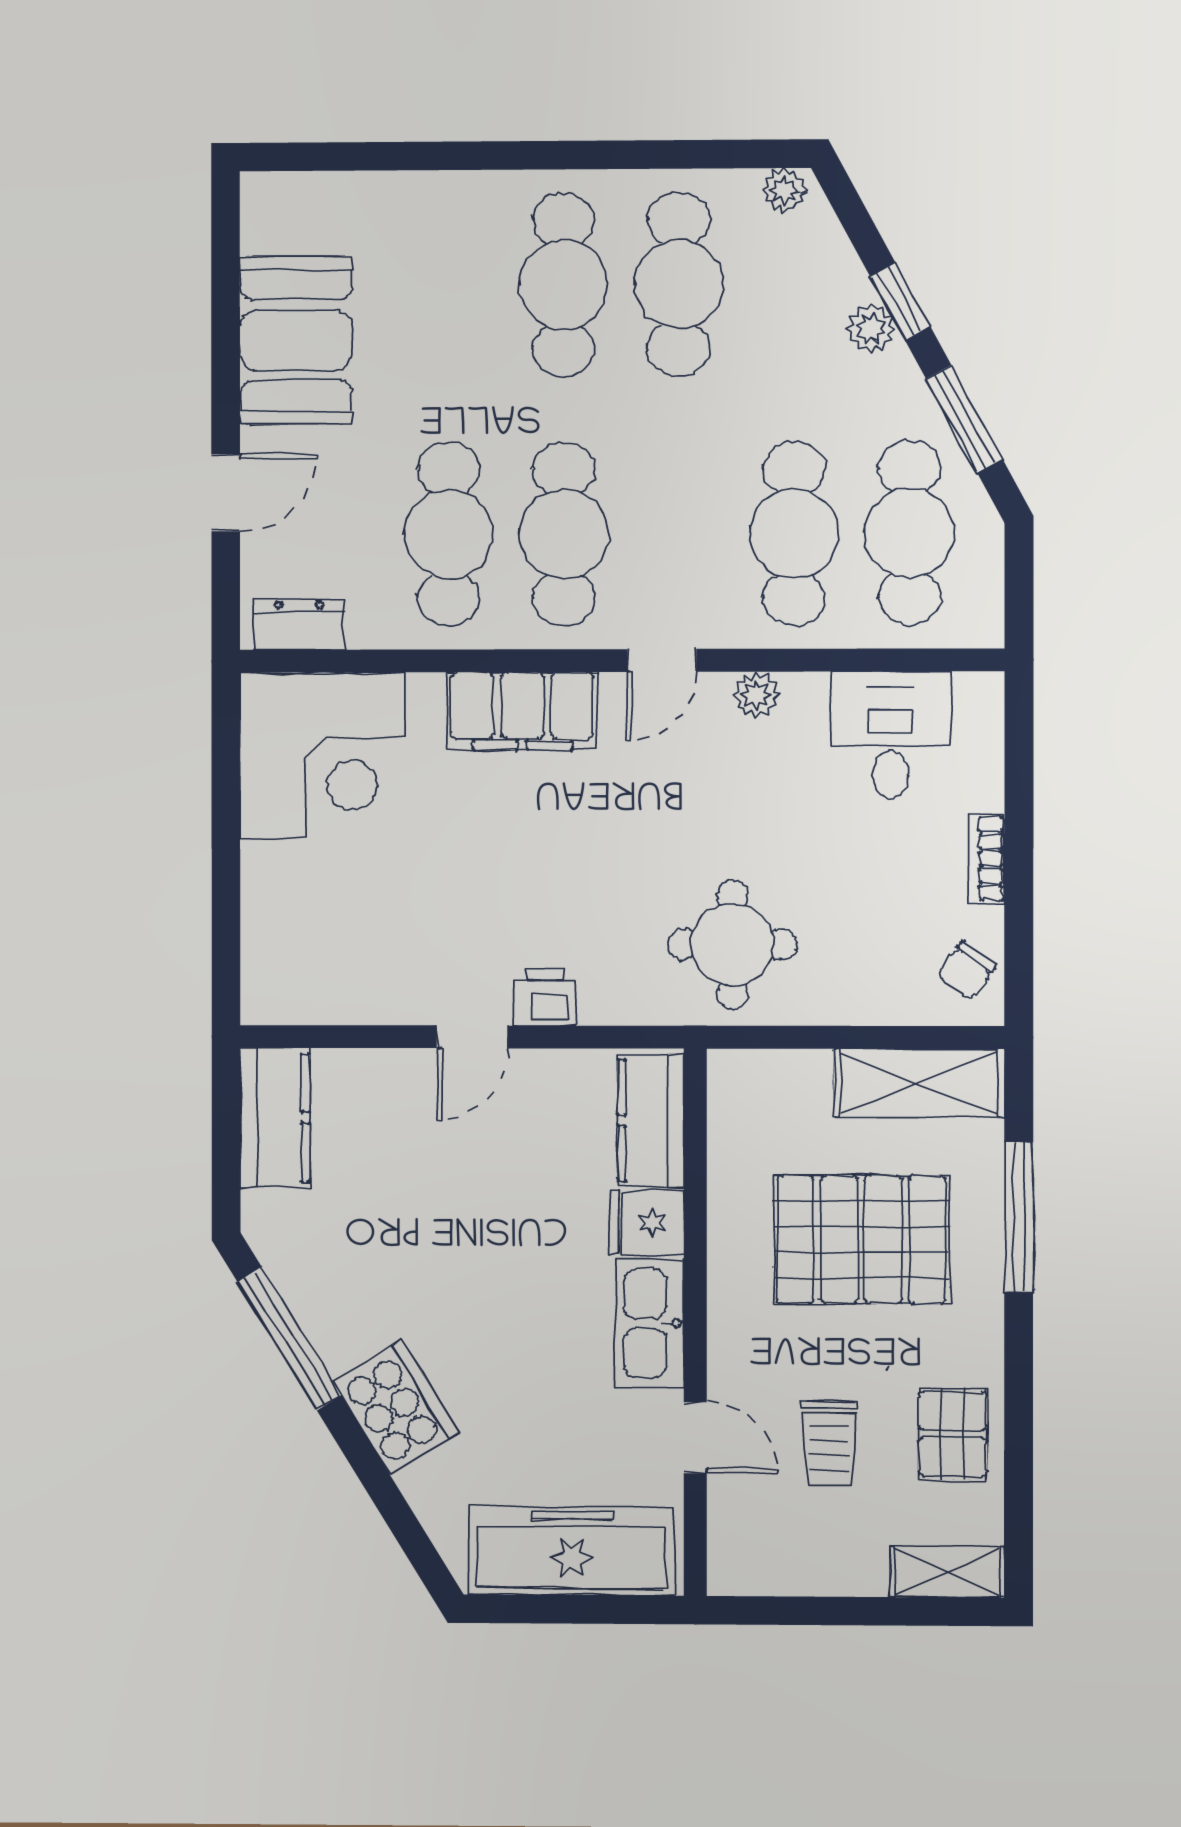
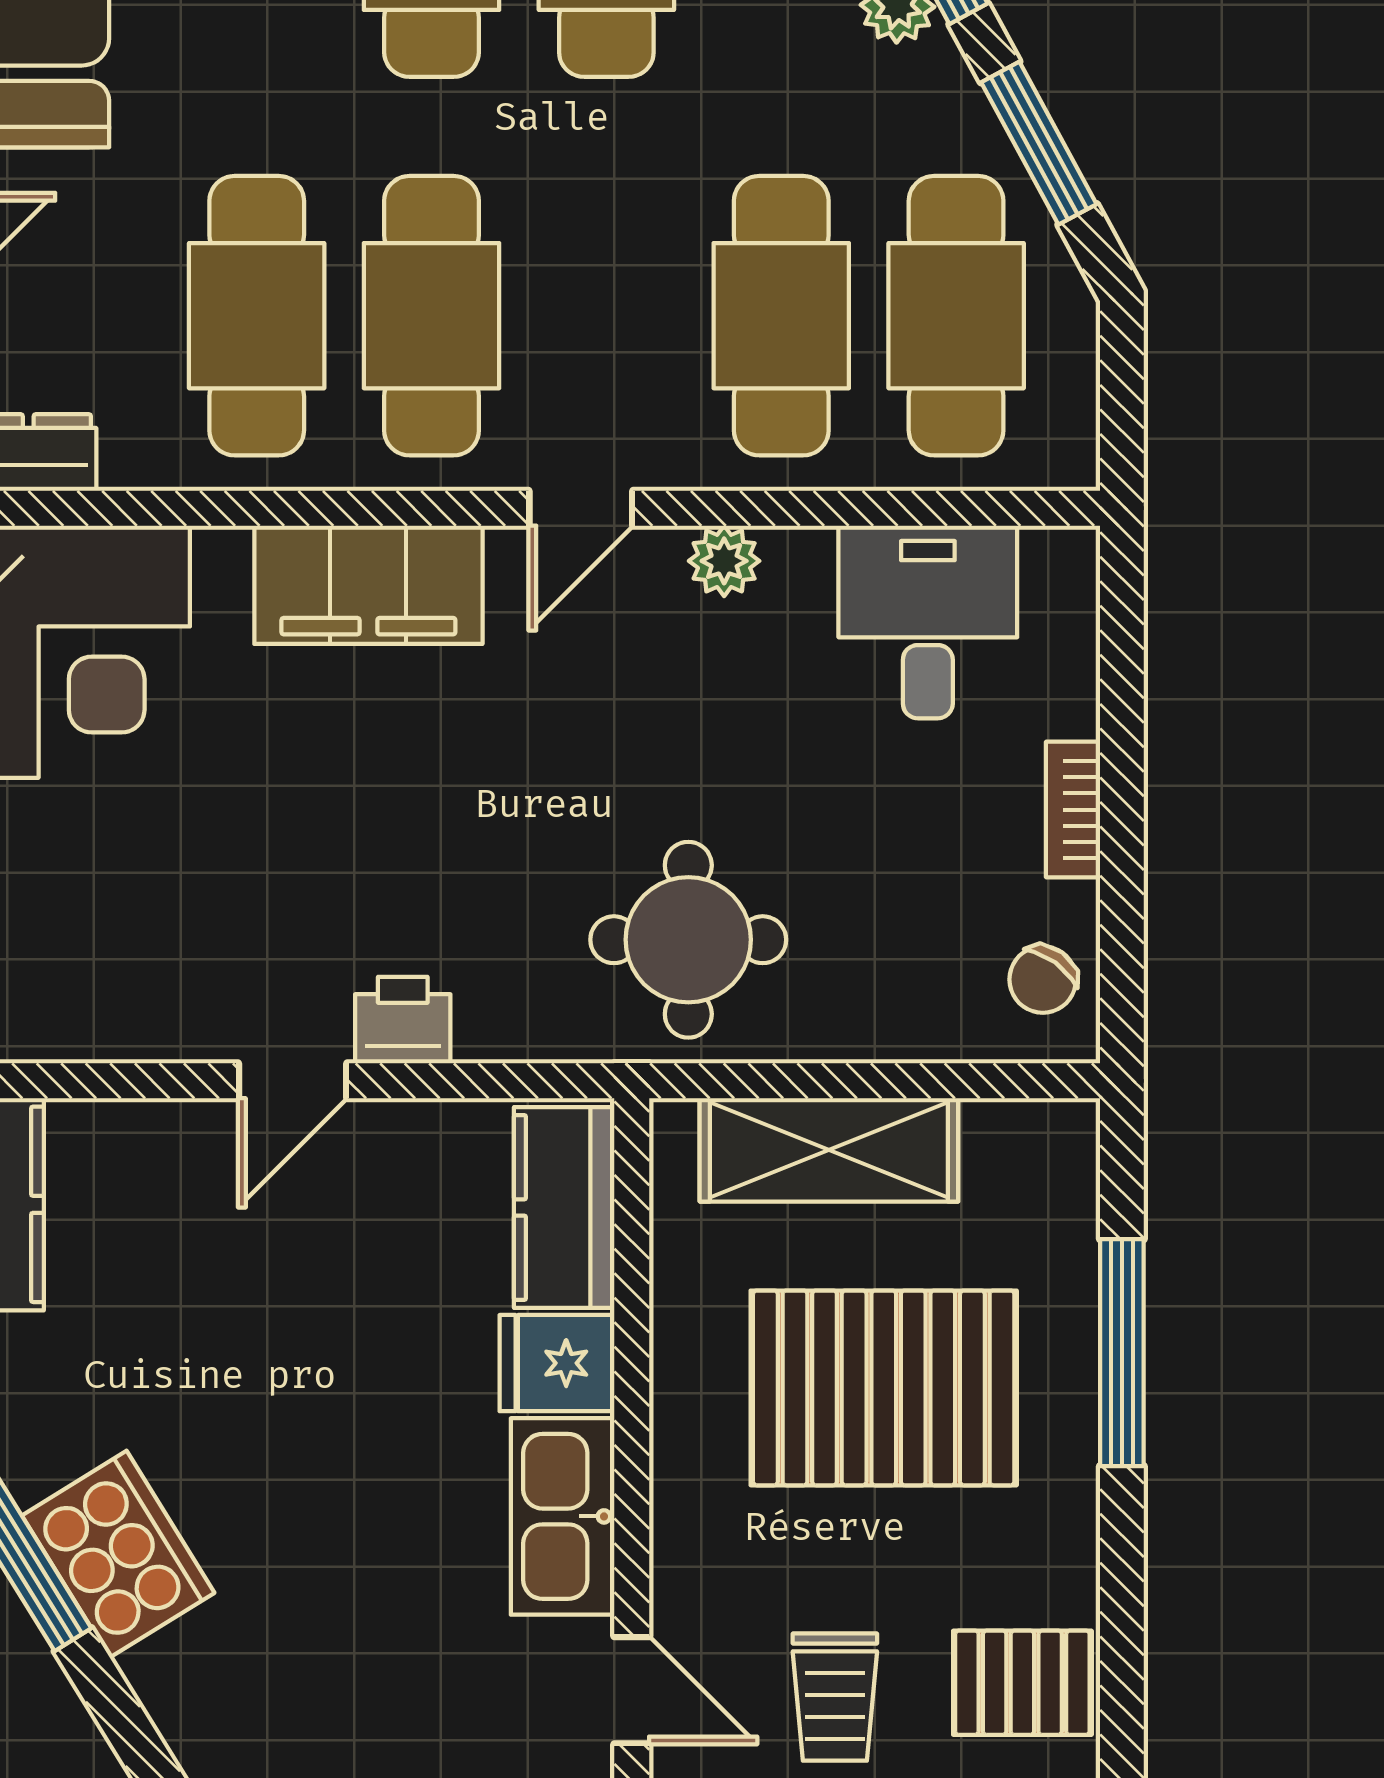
shelving: (919, 1083) -> (829, 1150), moved
cooker: (396, 1408) -> (118, 1554), moved
pallet: (953, 1434) -> (1022, 1683), turned 90

